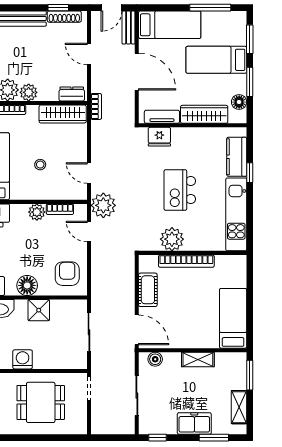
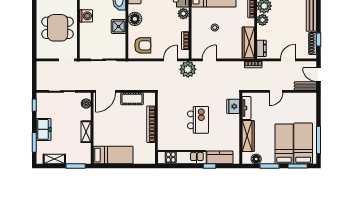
bed: (170, 25) -> (303, 143), moved, turned 180
door: (137, 72) -> (276, 91), width x0.53
kitchen island: (180, 190) -> (198, 120), turned 90
plant: (37, 212) -> (183, 14), moved
plant: (172, 239) -> (165, 115), removed
dining table: (41, 402) -> (58, 28), turned 90

